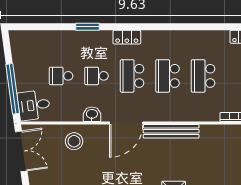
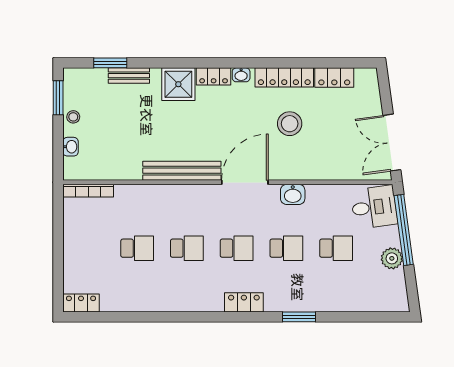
plant: (21, 69) -> (392, 258), added
school desk: (132, 76) -> (237, 248), width x0.54
school desk: (168, 76) -> (187, 248), width x0.54
school desk: (203, 76) -> (137, 248), width x0.54
stool: (74, 141) -> (290, 124), moved

